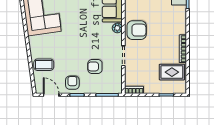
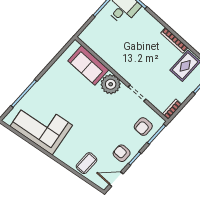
plant: (117, 28) -> (111, 84), width x1.88, depth x1.88
armchair: (137, 30) -> (126, 64), removed
armchair: (95, 66) -> (143, 127), moved

